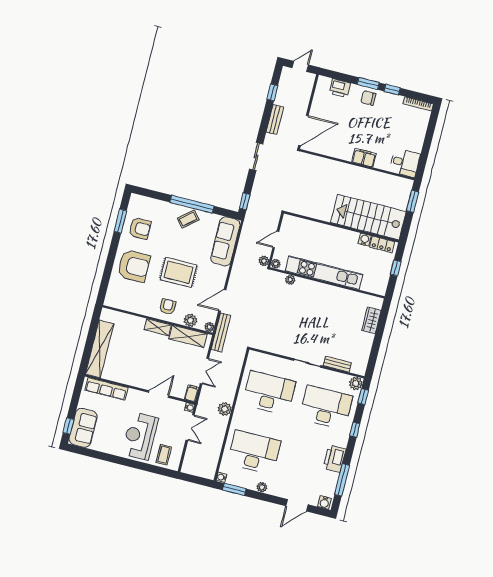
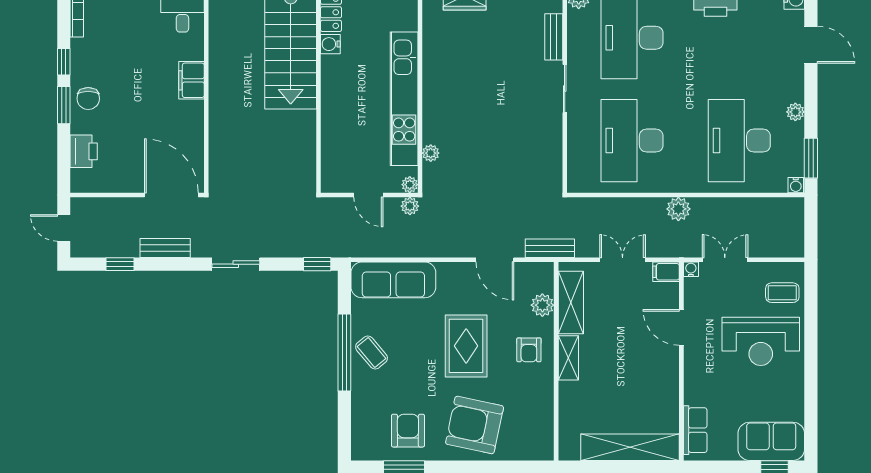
armchair: (134, 266) -> (475, 425), turned -78
armchair: (168, 307) -> (529, 350), turned -90
plant: (209, 327) -> (546, 270), removed
bench: (221, 332) -> (550, 248), width x0.73
row of seats: (106, 389) -> (695, 430), width x0.68

